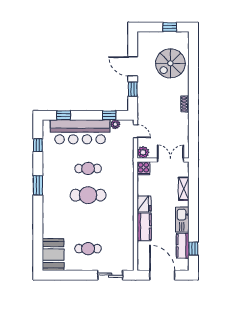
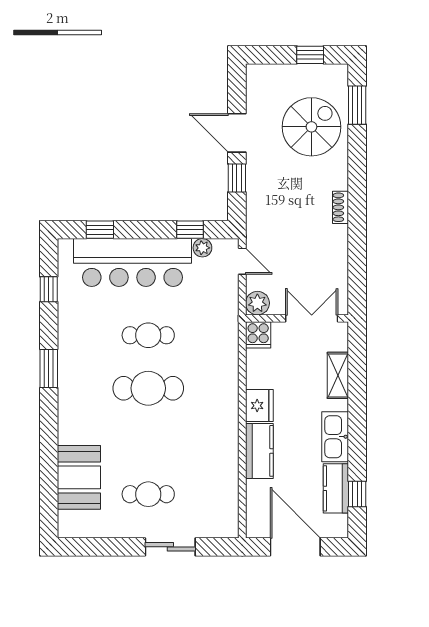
window: (193, 52) -> (357, 105), added
spiral stairs: (170, 63) -> (311, 127), turned 180
booth: (53, 255) -> (79, 477), moved
sliding door: (110, 275) -> (170, 547), moved

